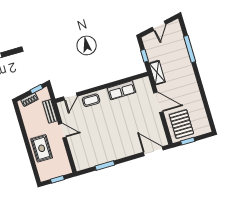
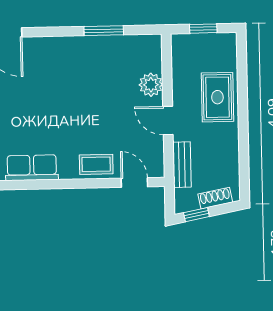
door: (70, 97) -> (134, 183), hinge flipped
plant: (75, 146) -> (151, 85), added

